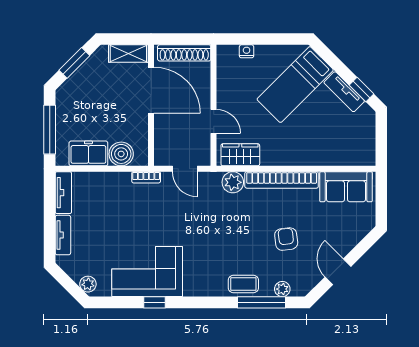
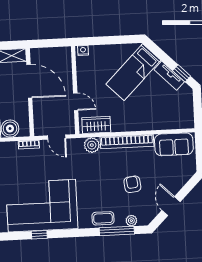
nightstand: (247, 51) -> (83, 51), moved
shoe rack: (184, 53) -> (52, 53), removed
corner sofa: (147, 271) -> (42, 206), width x1.36, depth x1.36

